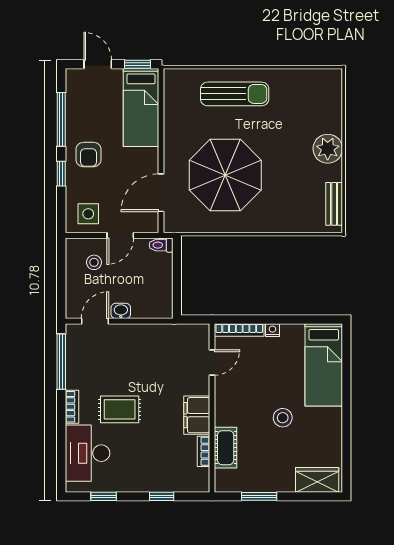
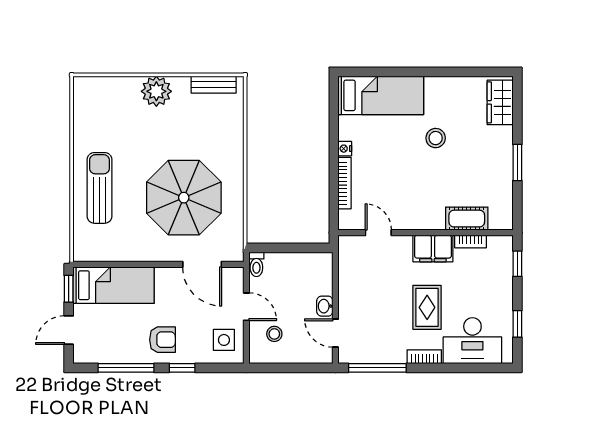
door: (212, 362) -> (378, 233), moved
wall: (212, 408) -> (426, 233), moved
filing cabinet: (197, 415) -> (433, 248), moved
cot: (226, 448) -> (467, 219), moved
bookcase: (203, 451) -> (471, 241), moved

